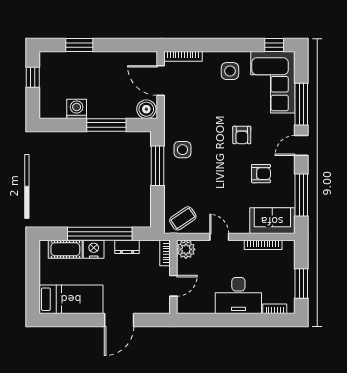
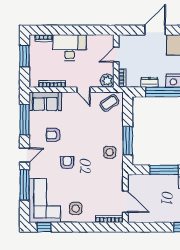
boiler: (146, 109) -> (136, 181), removed

